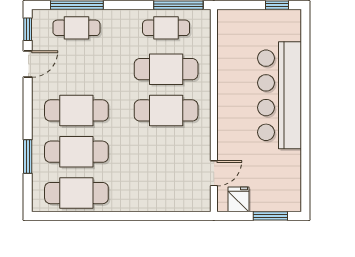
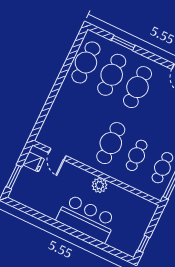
cafe table: (166, 69) -> (137, 155), width x0.73, depth x0.74
bar counter: (280, 95) -> (86, 219), width x0.73
plant: (228, 99) -> (100, 185), added

